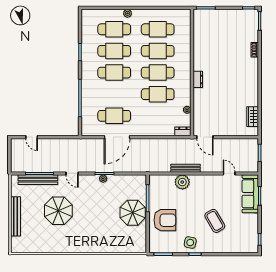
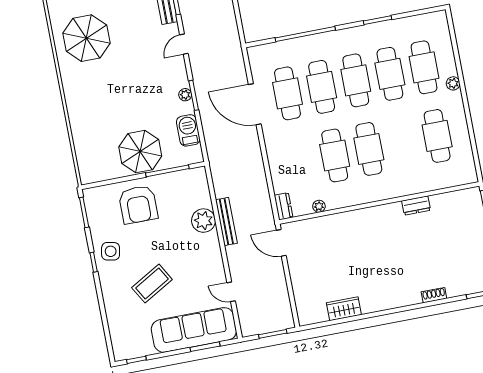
cafe table: (158, 51) -> (322, 87), moved
dresser: (198, 79) -> (416, 205), moved
wardrobe: (253, 117) -> (344, 309), moved
door: (205, 137) -> (281, 243), hinge flipped
door: (229, 173) -> (231, 292), swing flipped
barbecue: (125, 181) -> (188, 130), added
sofa: (250, 194) -> (194, 330), width x1.36, depth x1.27
parasol: (58, 211) -> (86, 38), moved

